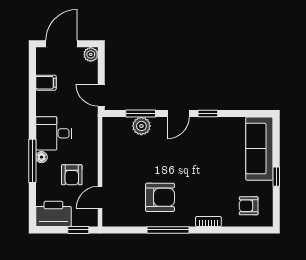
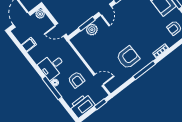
door: (100, 197) -> (99, 80), swing flipped

